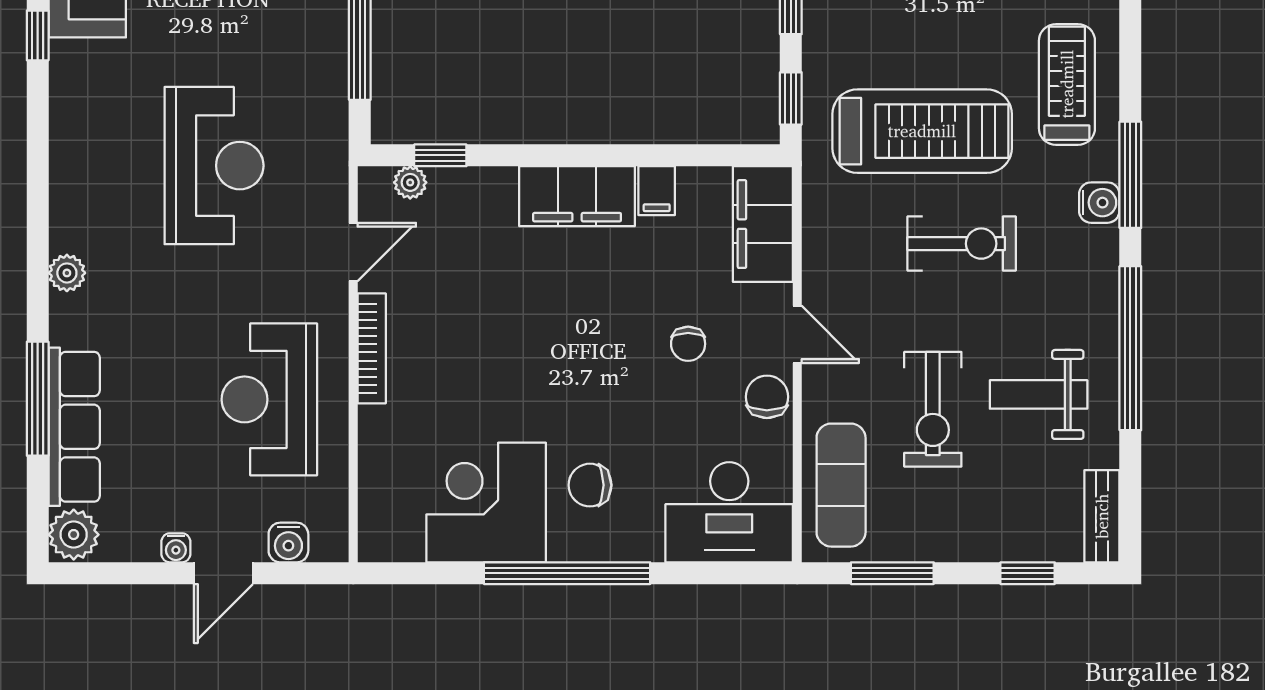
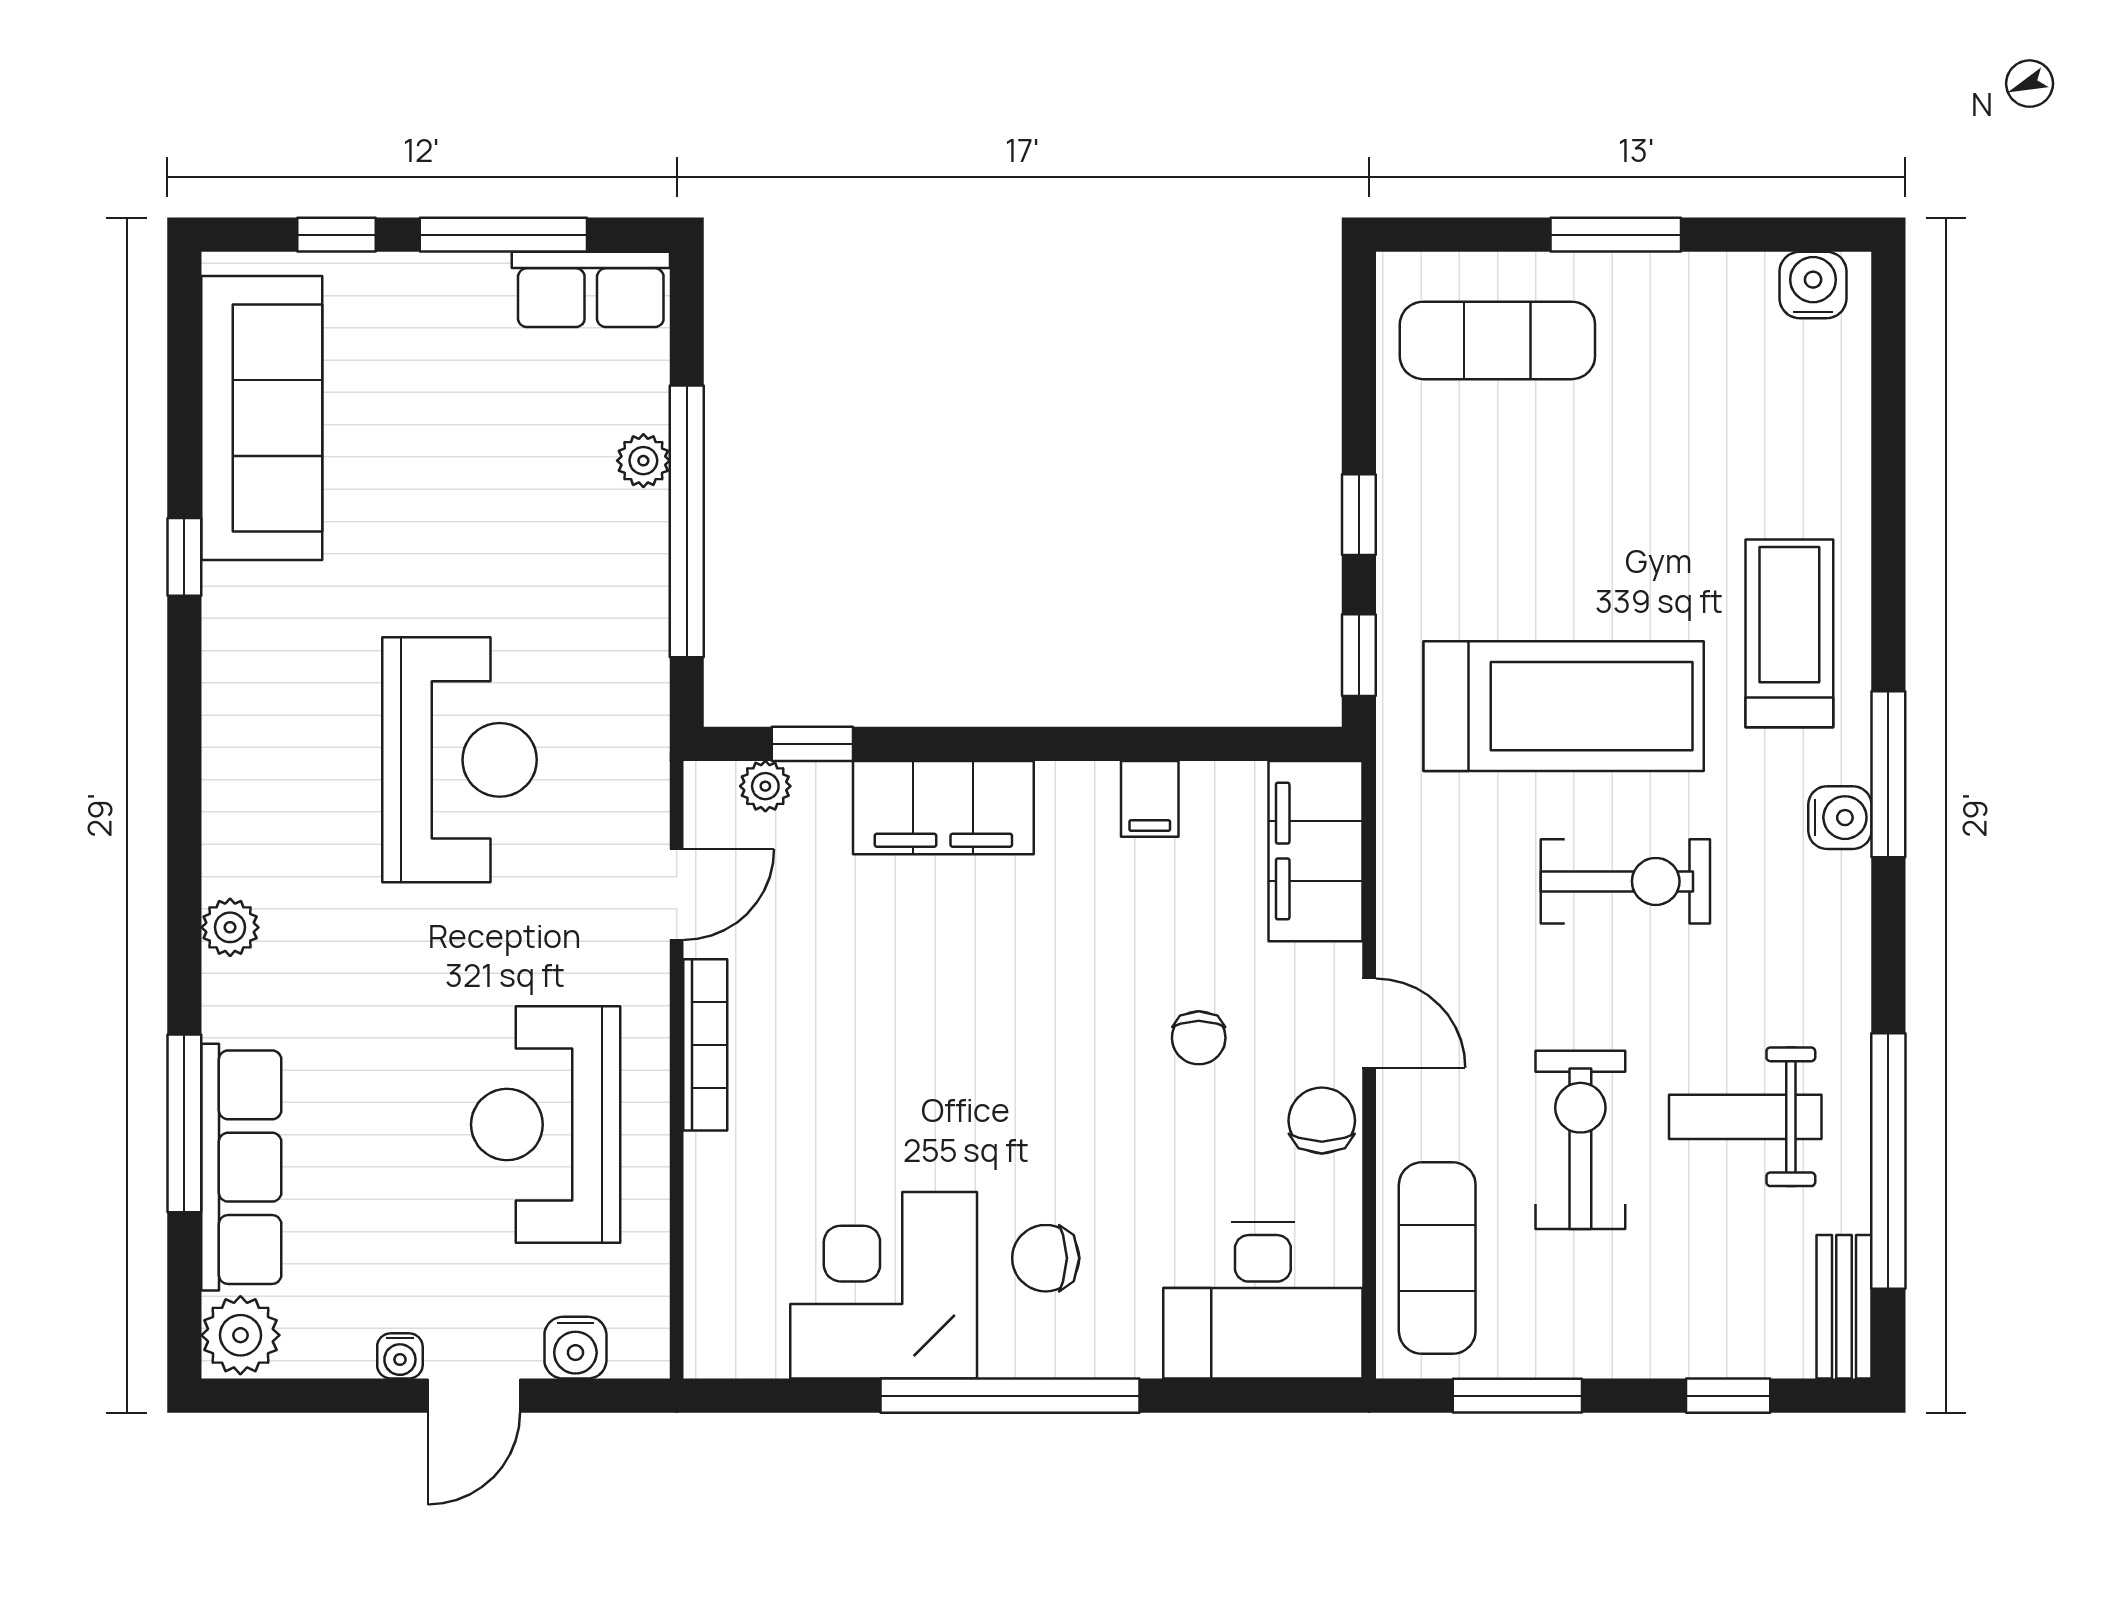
filing cabinet: (577, 196) -> (943, 808), moved
window: (1130, 348) -> (1888, 1161), moved
exercise bike: (933, 409) -> (1580, 1140), turned 180

